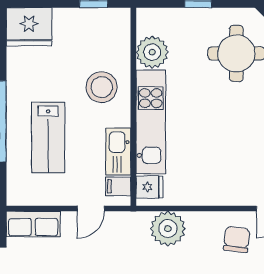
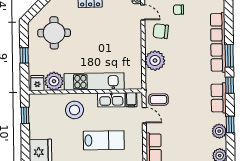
fridge: (149, 187) -> (37, 83), moved
plant: (168, 229) -> (155, 61), moved
coffee table: (118, 234) -> (158, 100), added

